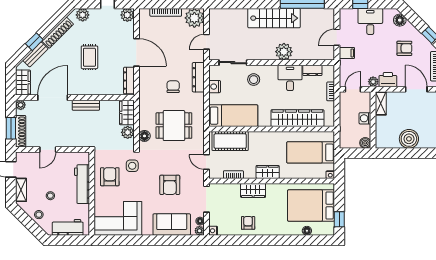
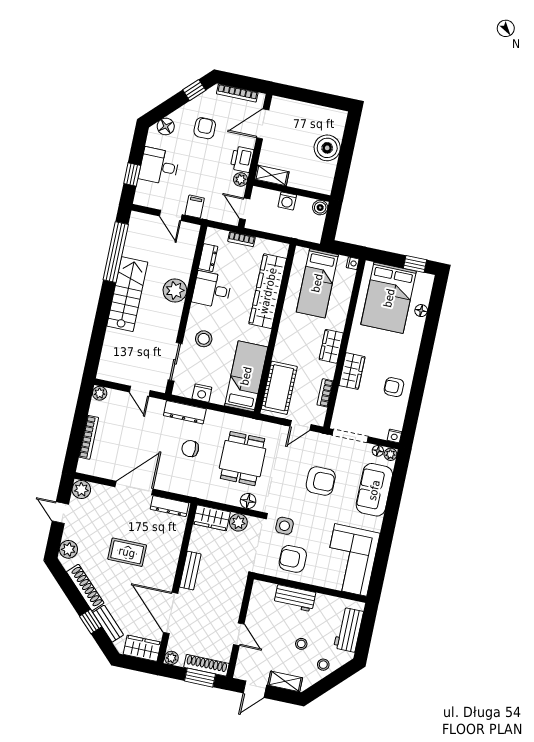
plant: (194, 18) -> (100, 393), width x0.53, depth x0.53
workbench: (82, 184) -> (295, 598), width x0.73

